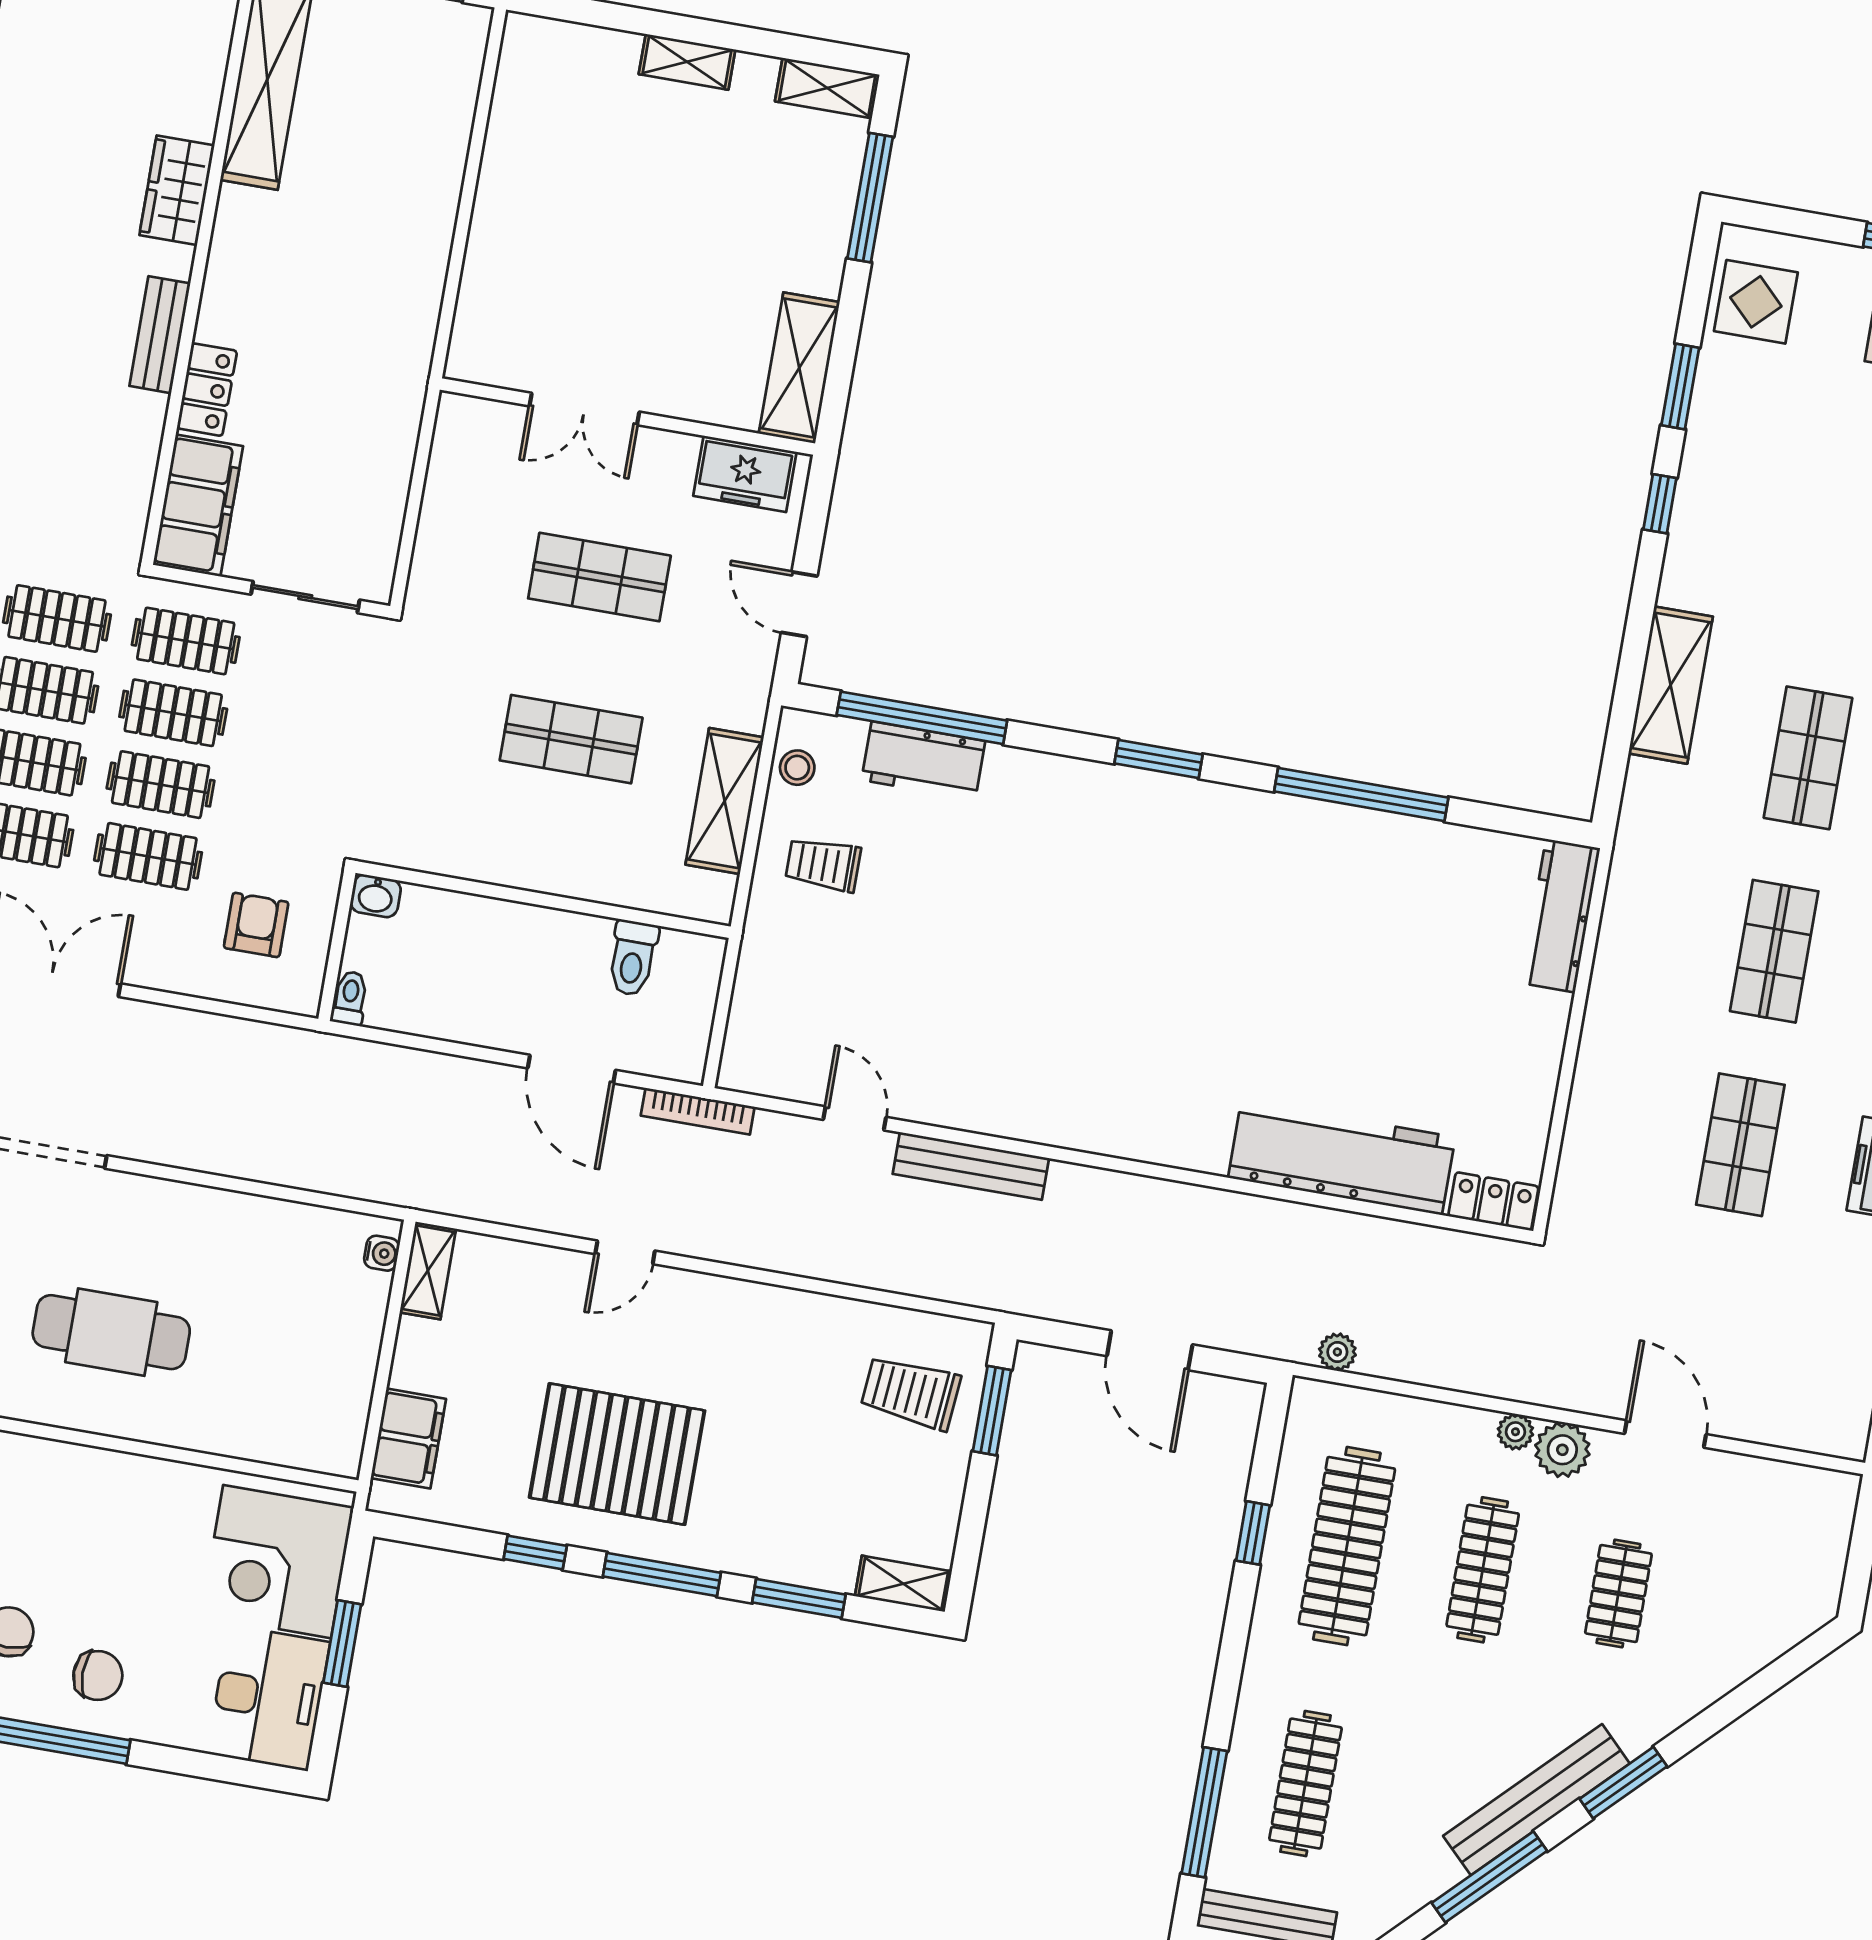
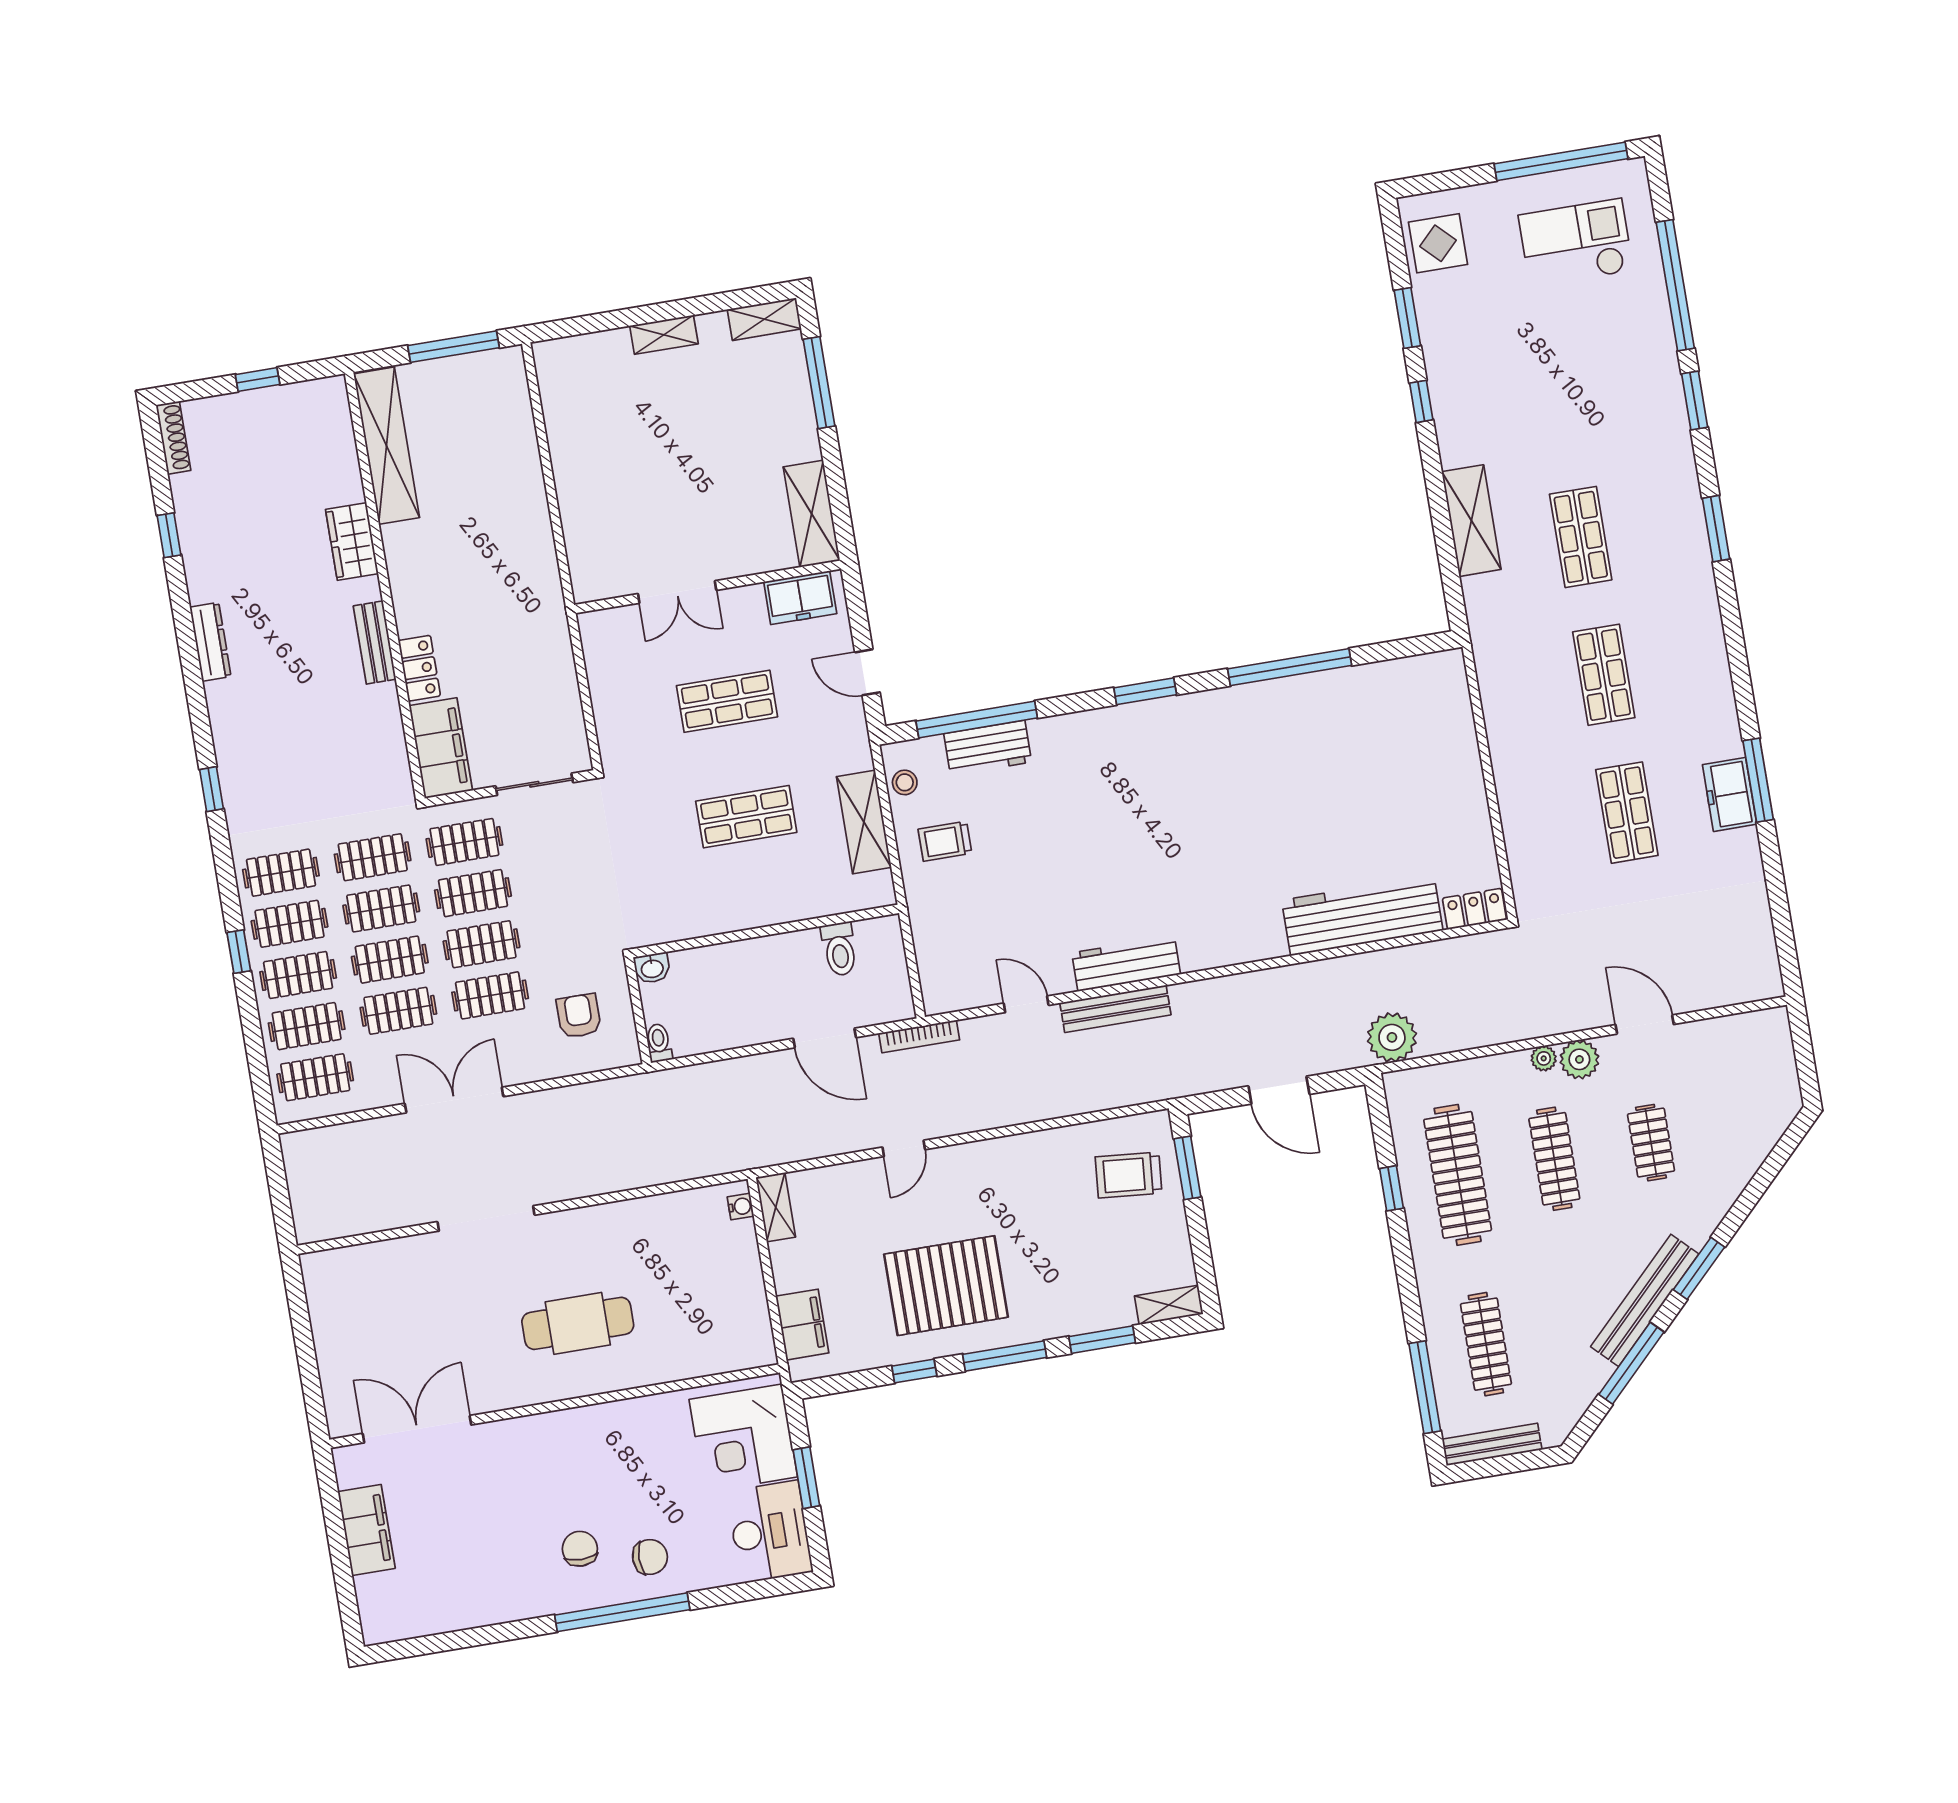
workbench: (1561, 916) -> (1126, 964), moved, turned 90
plant: (1337, 1352) -> (1392, 1037), width x1.87, depth x1.87

